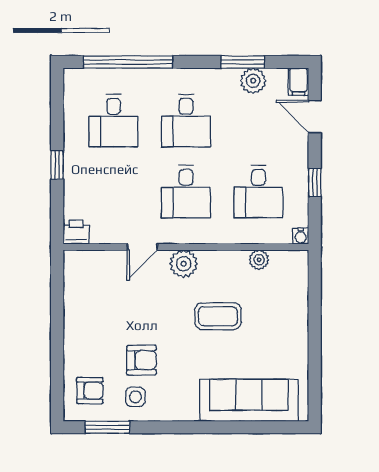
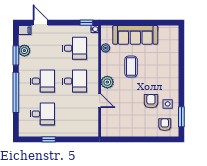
window: (128, 62) -> (16, 92), moved
door: (315, 117) -> (41, 23), swing flipped
window: (57, 165) -> (49, 139), moved
window: (315, 183) -> (86, 23), moved
printer: (76, 232) -> (93, 131), removed
sofa: (249, 400) -> (135, 35), moved, turned -90

